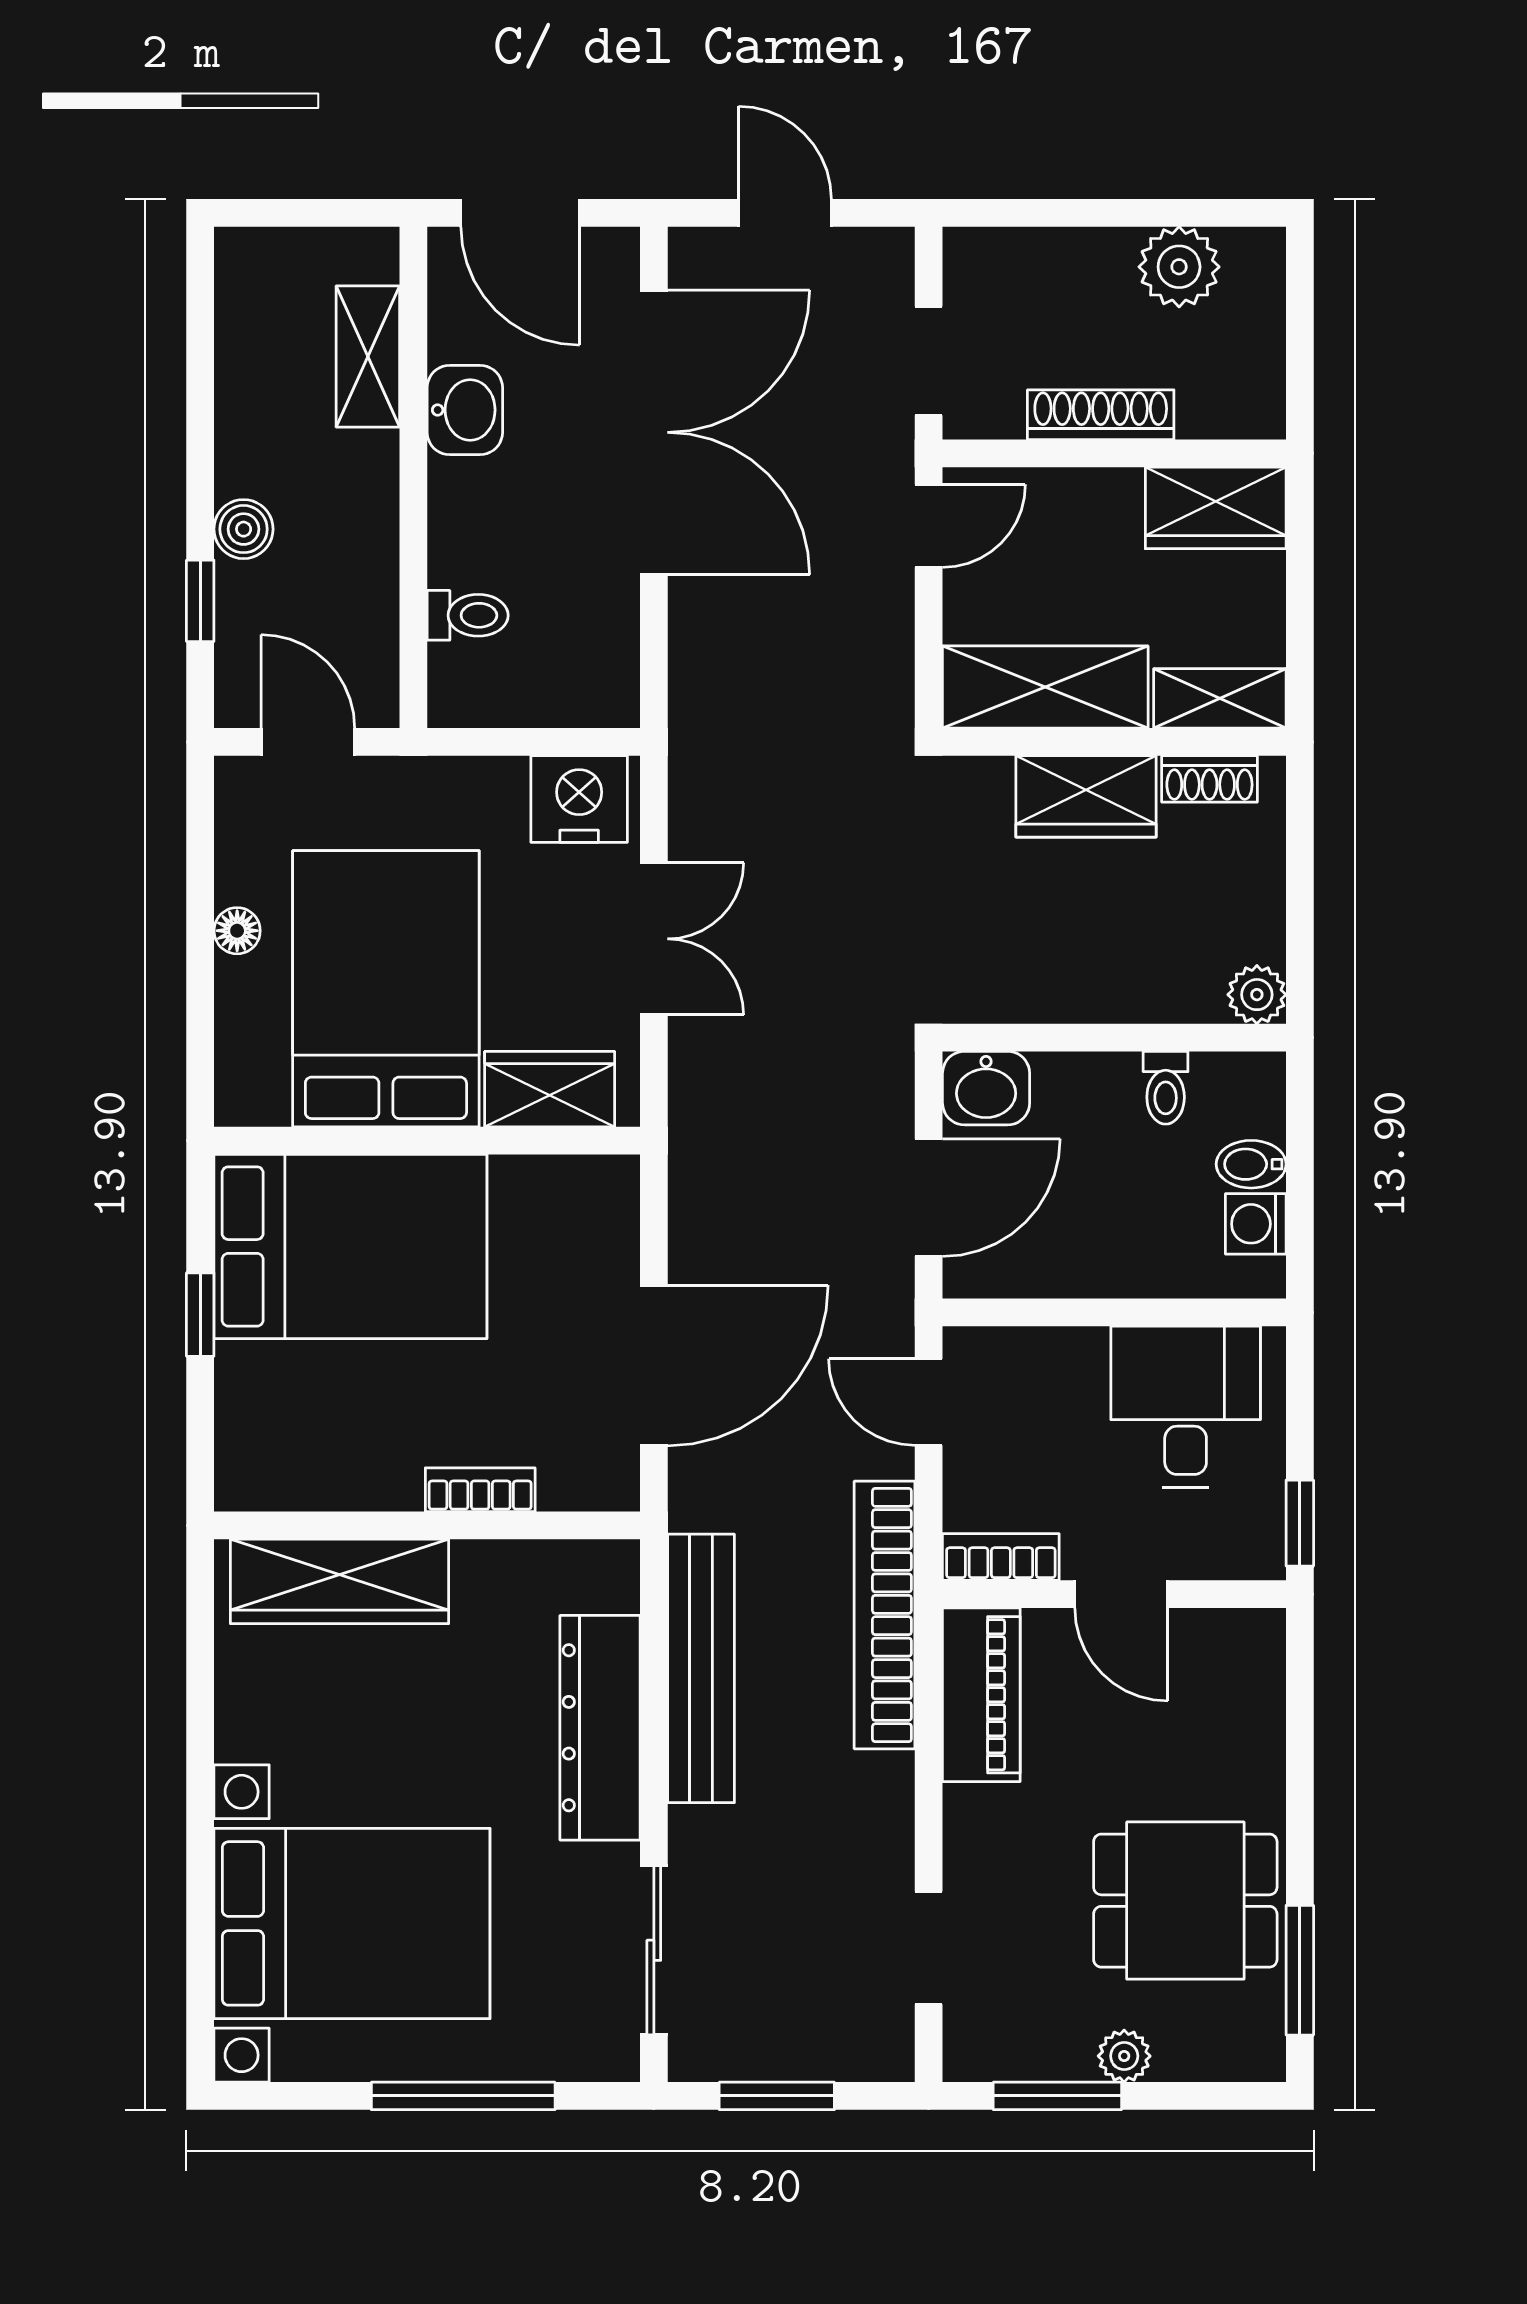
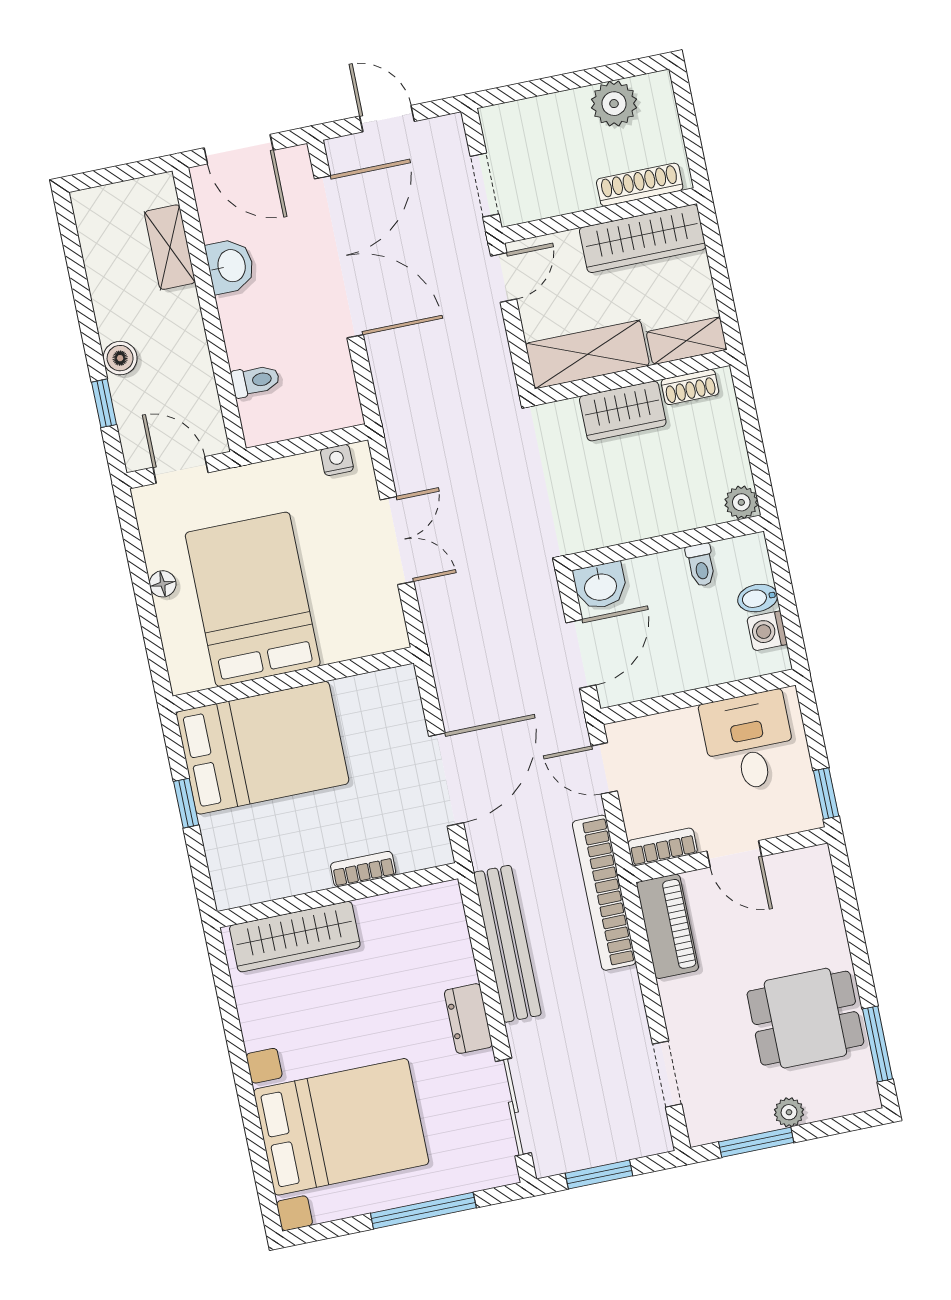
shoe rack: (1101, 415) -> (640, 185), moved
wardrobe: (1216, 508) -> (643, 238), width x1.50
nightstand: (579, 799) -> (337, 460), width x0.53, depth x0.56
wardrobe: (550, 1089) -> (356, 637), removed
dresser: (600, 1728) -> (468, 1019), width x0.51, depth x0.80

